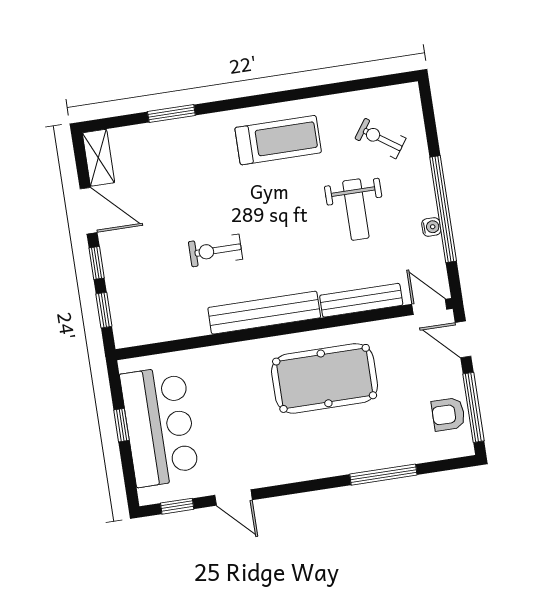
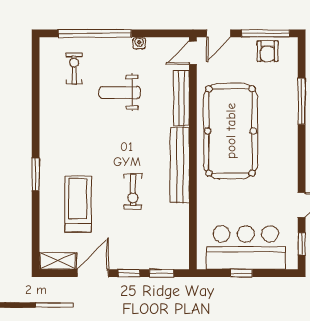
window: (171, 113) -> (36, 174), moved
exercise bike: (380, 138) -> (74, 68), turned 145
treadmill: (278, 140) -> (78, 204), moved
window: (443, 209) -> (95, 33), moved
weight bench: (356, 210) -> (120, 92), turned 180
pool table: (325, 378) -> (231, 131), width x1.36, depth x1.32

